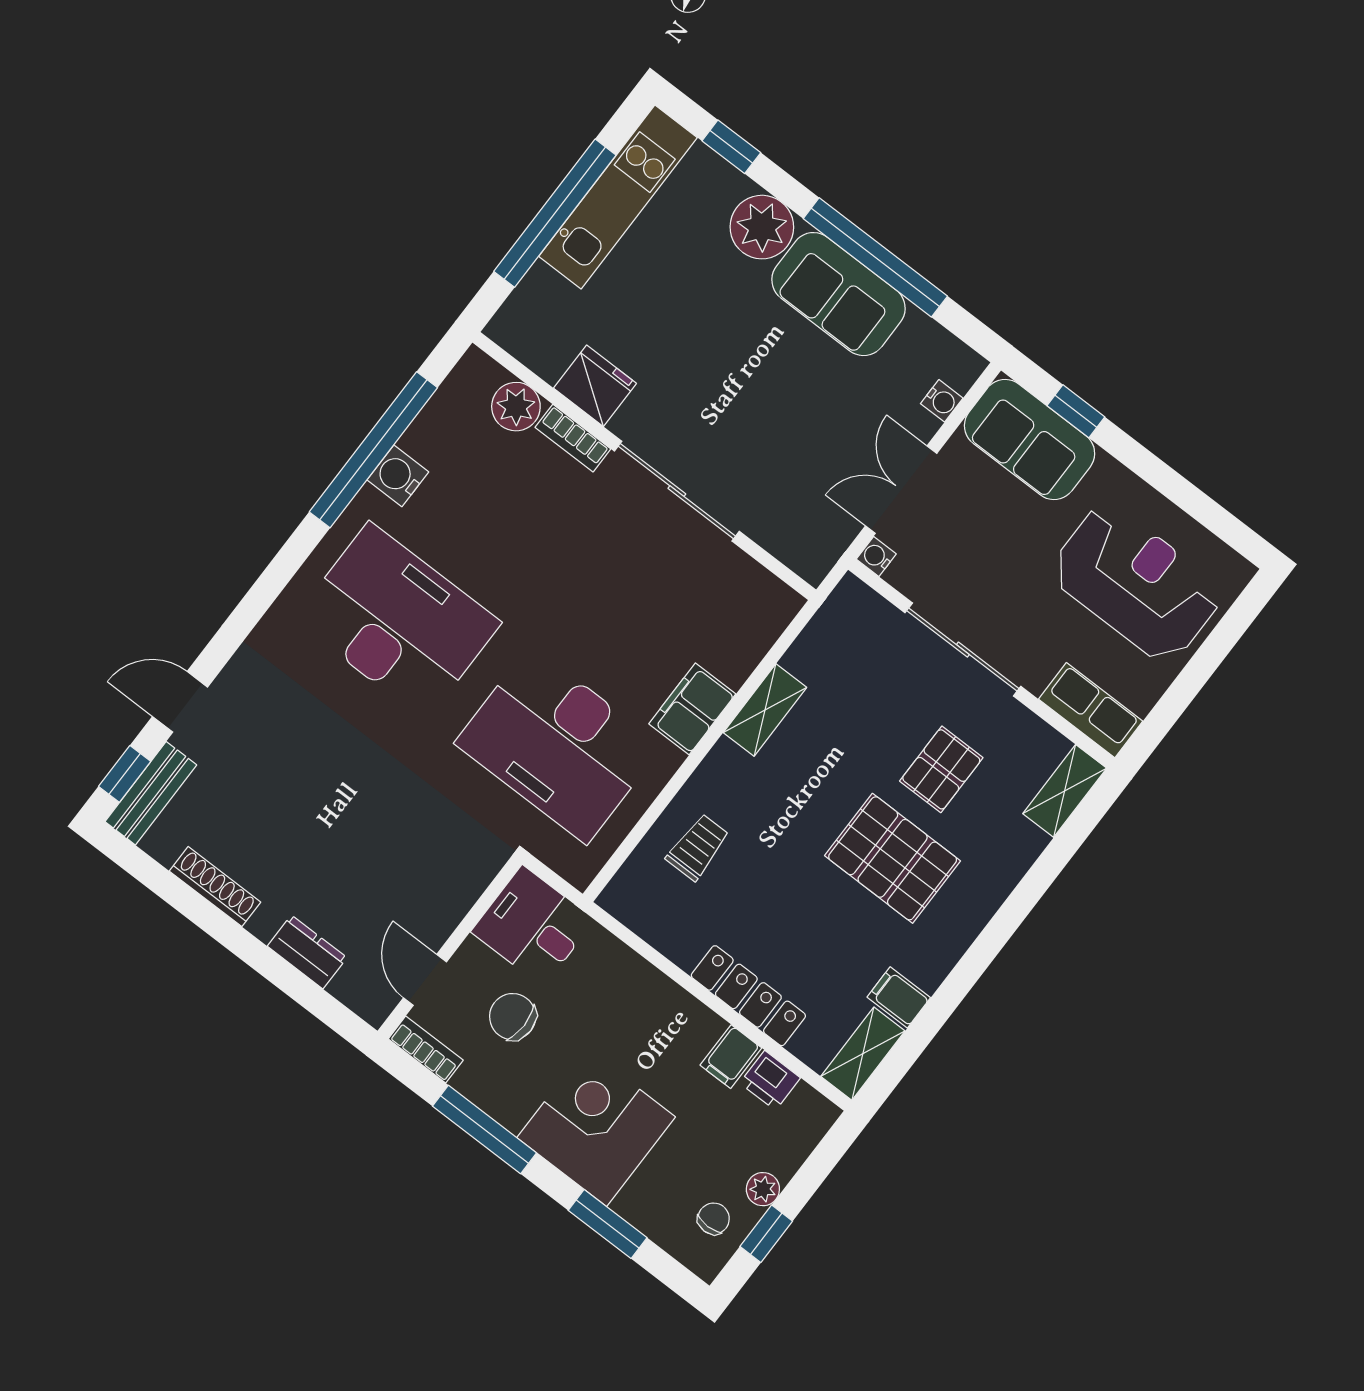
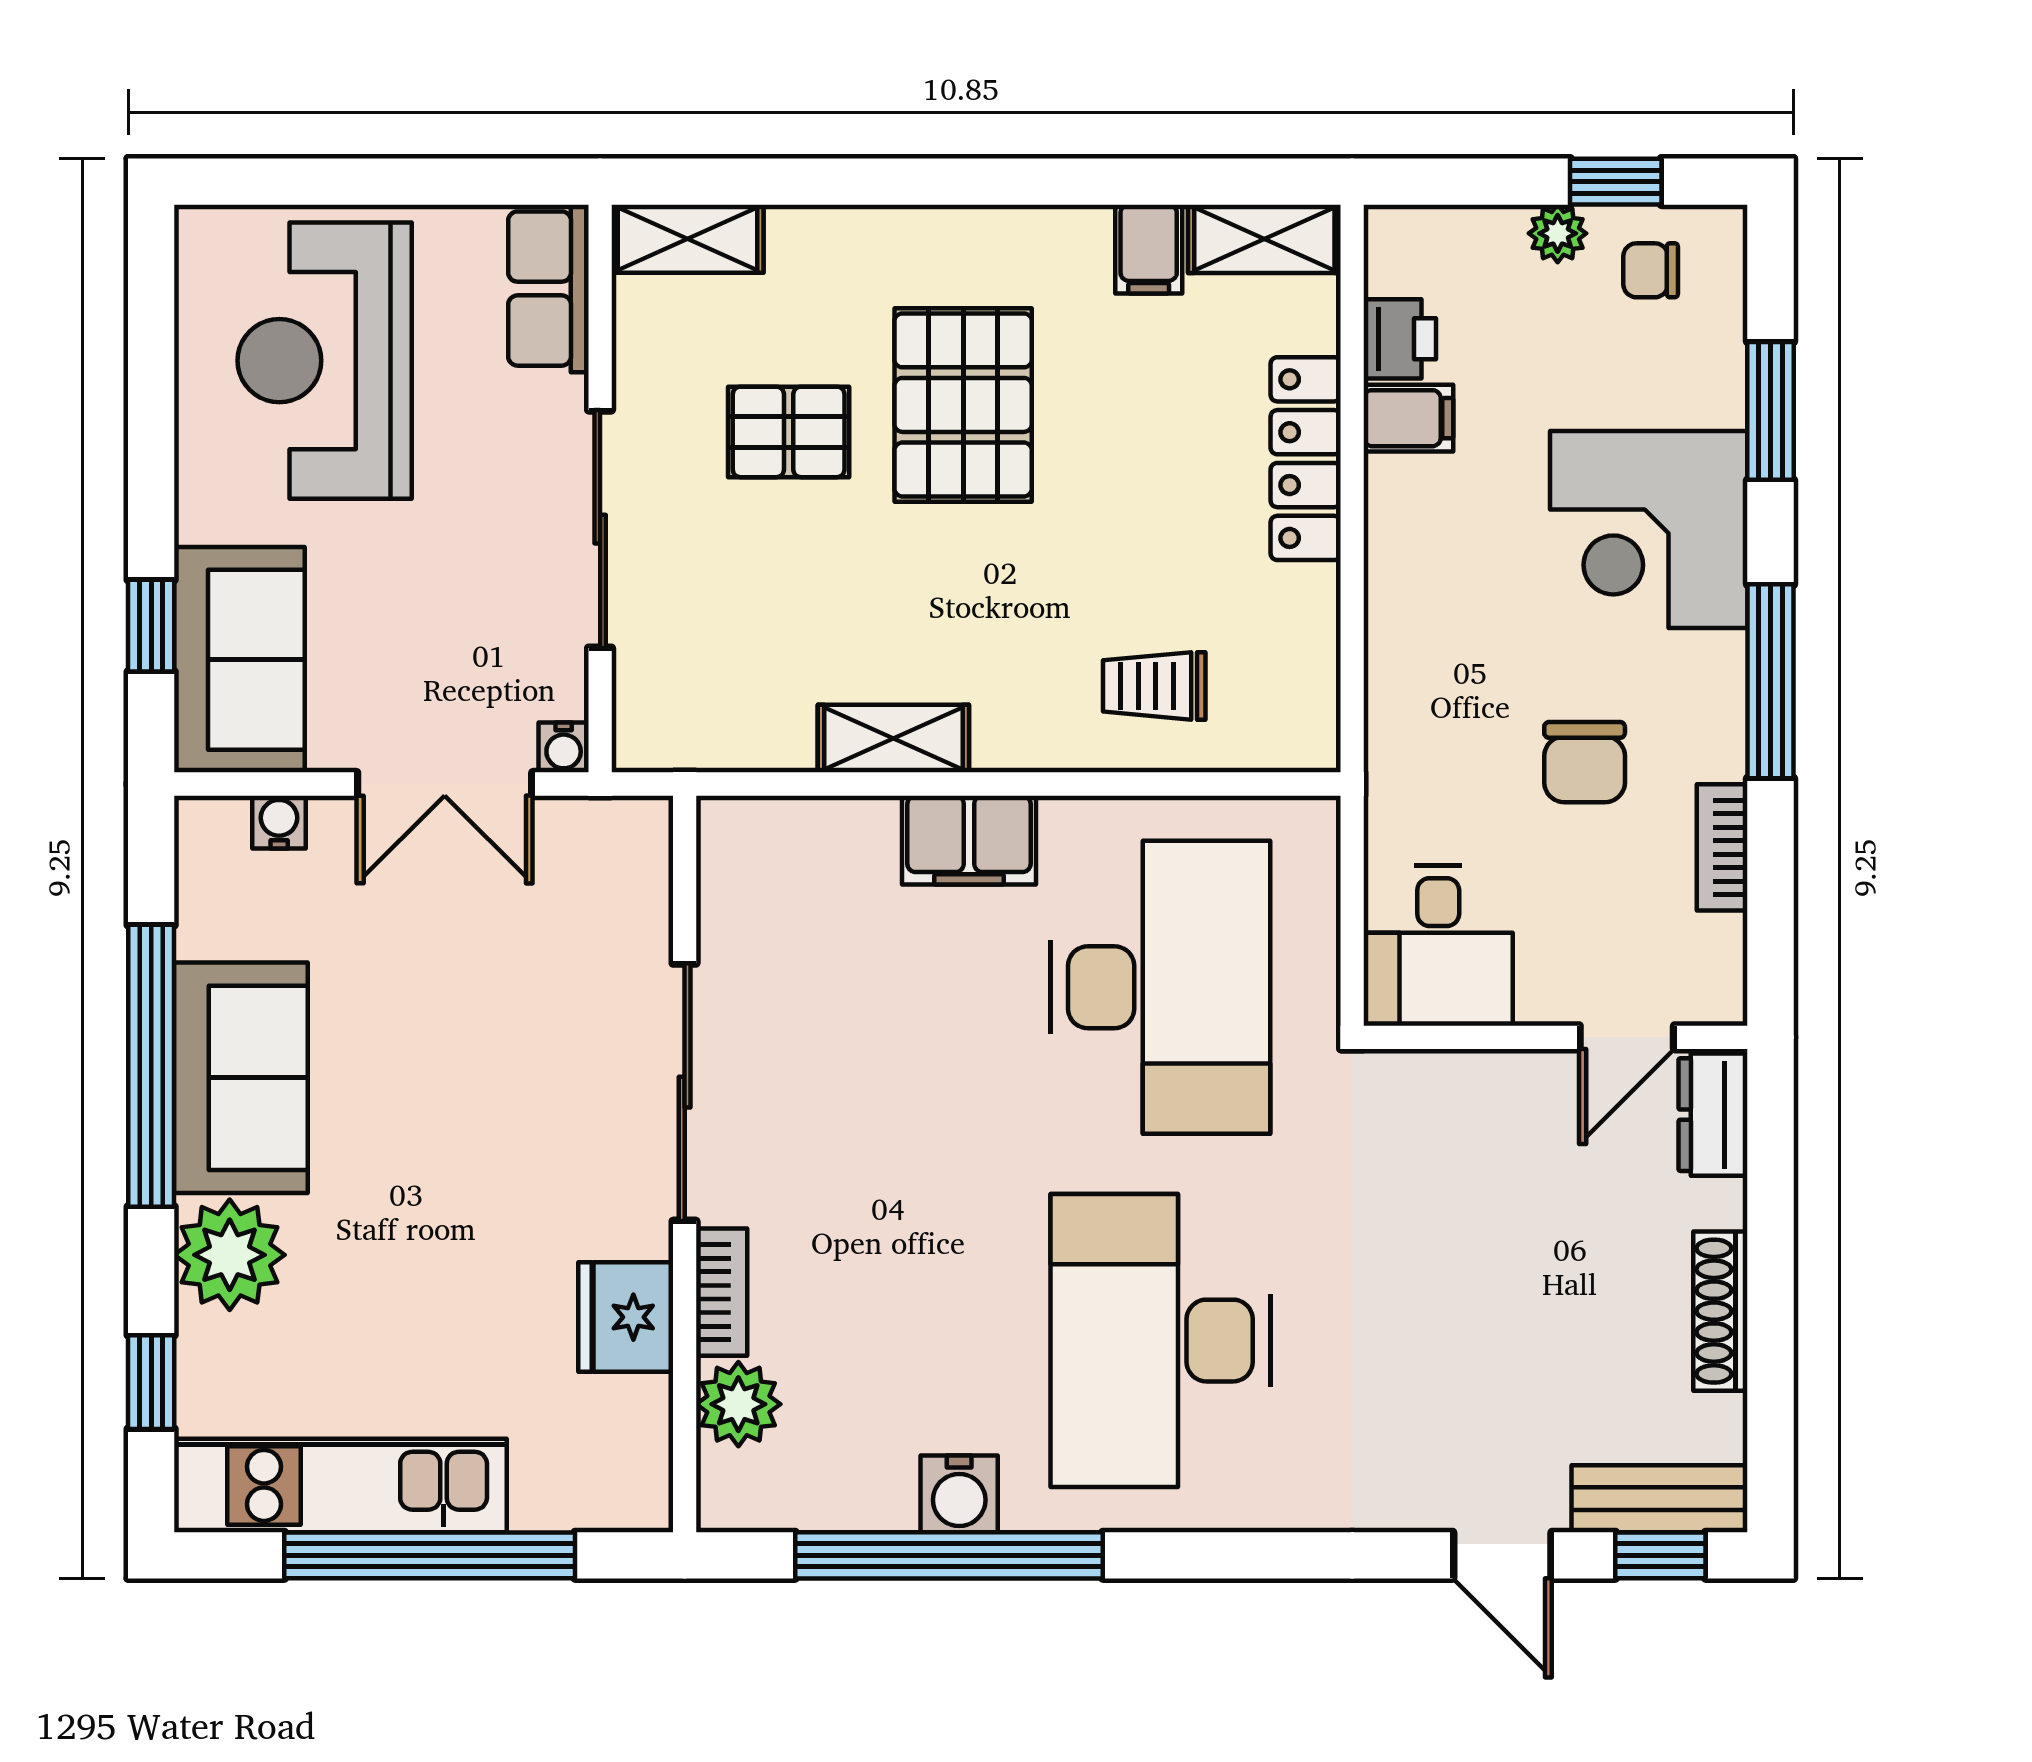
desk: (533, 926) -> (1438, 945), moved
wall: (450, 947) -> (1556, 1037), moved
door: (425, 980) -> (1627, 1037), moved

